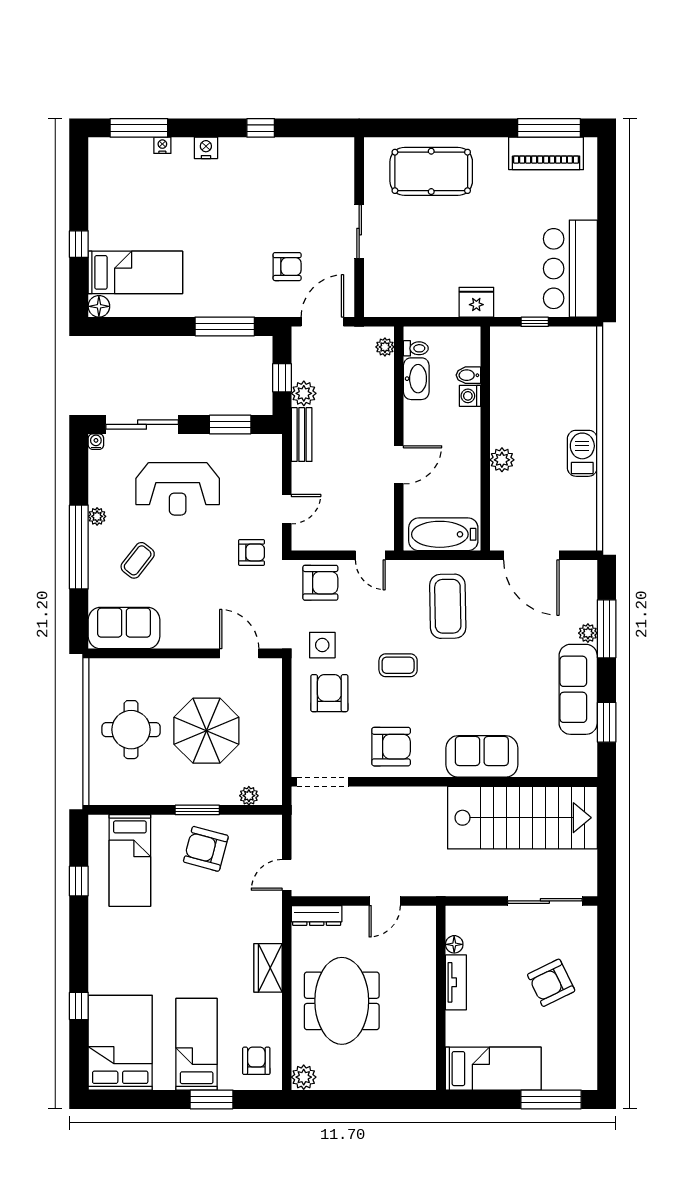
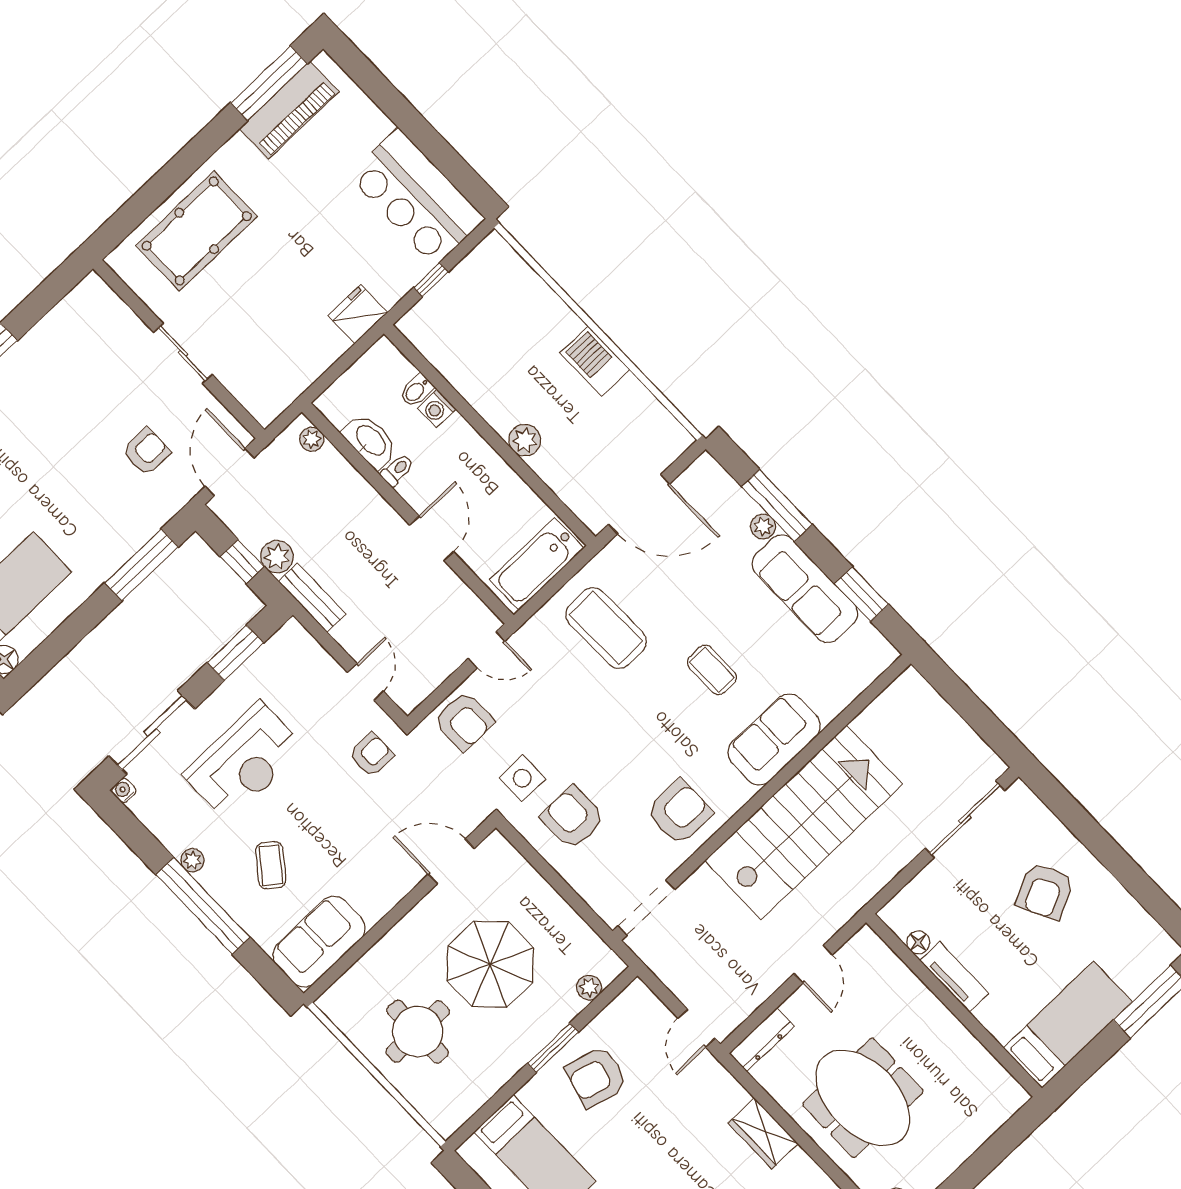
toilet: (416, 348) -> (397, 470), moved
armchair: (320, 583) -> (464, 721), turned 90
coffee table: (398, 665) -> (712, 670), moved, turned 90
stairs: (522, 818) -> (804, 822), moved

